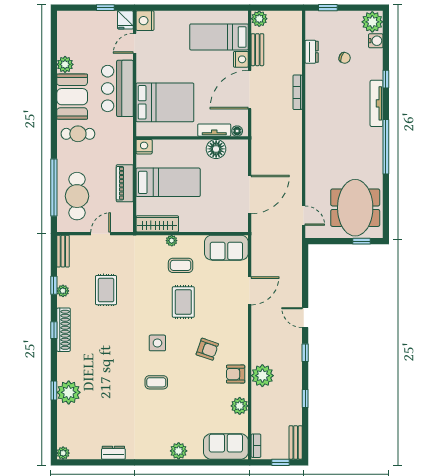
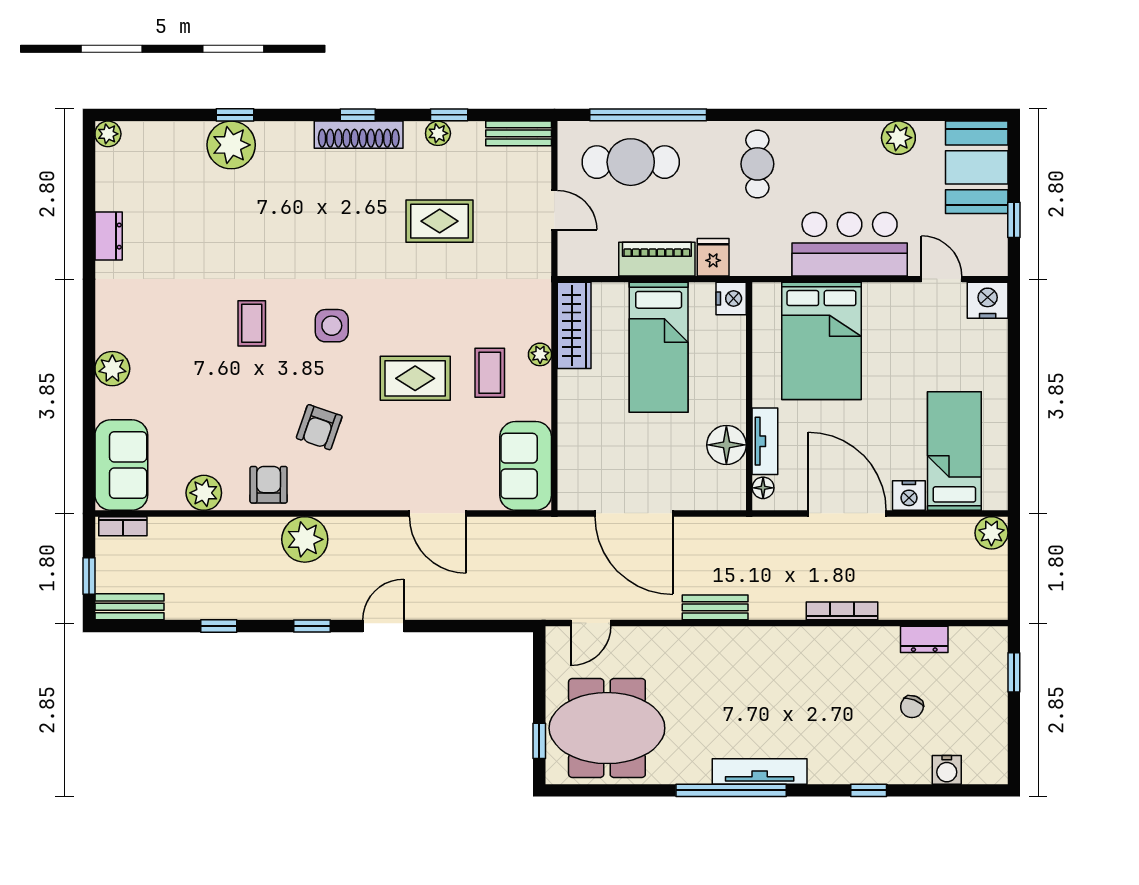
fridge: (125, 20) -> (713, 257), moved, turned 90
plant: (372, 22) -> (985, 763), removed
bench: (257, 50) -> (715, 607), moved
booth: (72, 97) -> (977, 167), moved, turned 90
tv unit: (377, 103) -> (760, 771), moved
plant: (262, 376) -> (305, 539), moved

